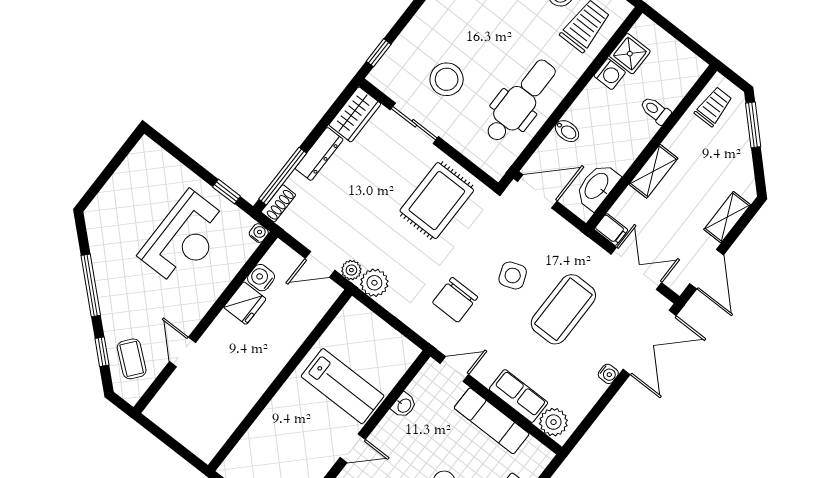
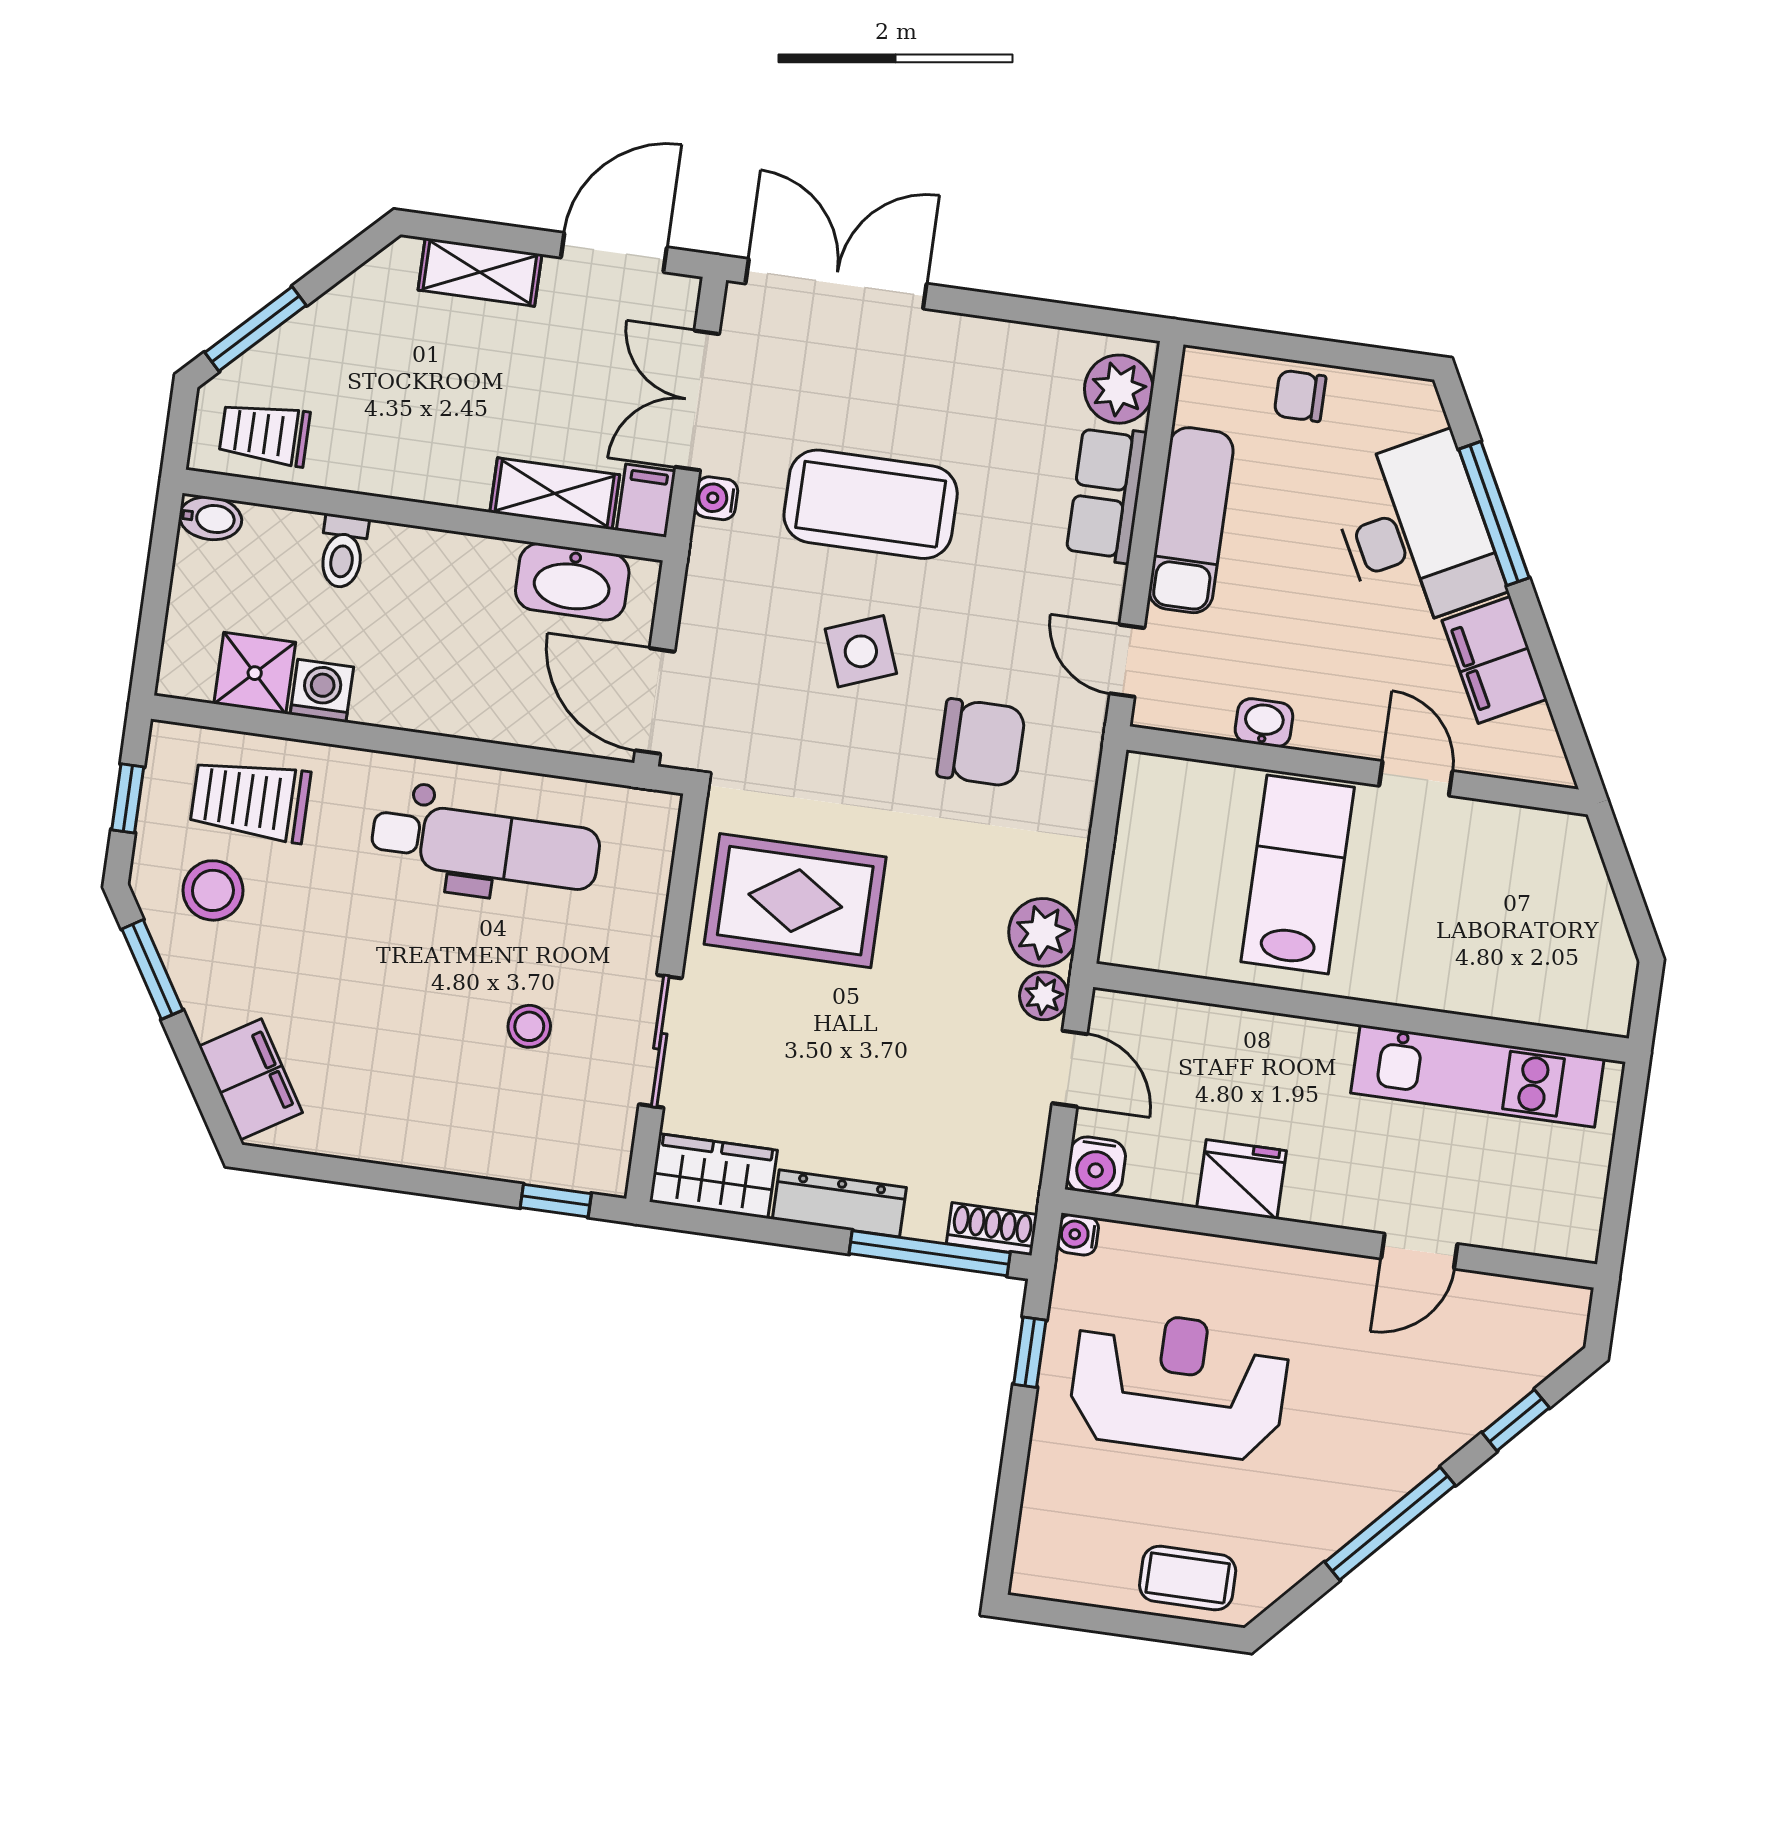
stool: (447, 79) -> (529, 1026), width x0.53, depth x0.53
dental chair: (520, 101) -> (485, 845), turned 180
bidet: (567, 131) -> (210, 518), moved, turned 90
shelving: (653, 171) -> (555, 494), moved
water cooler: (261, 278) -> (1096, 1166), moved
coffee table: (132, 359) -> (1188, 1578), moved, turned 51
water cooler: (608, 374) -> (716, 498), moved, turned -90
kitchen unit: (233, 409) -> (1477, 1076), added

